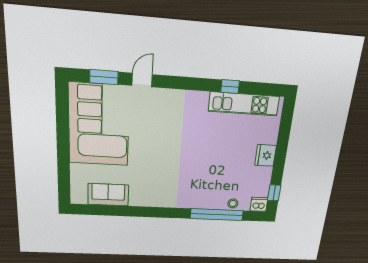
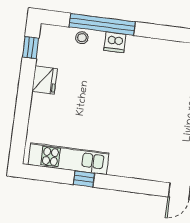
fridge: (266, 155) -> (45, 80), moved
dishwasher: (259, 204) -> (115, 42), moved

